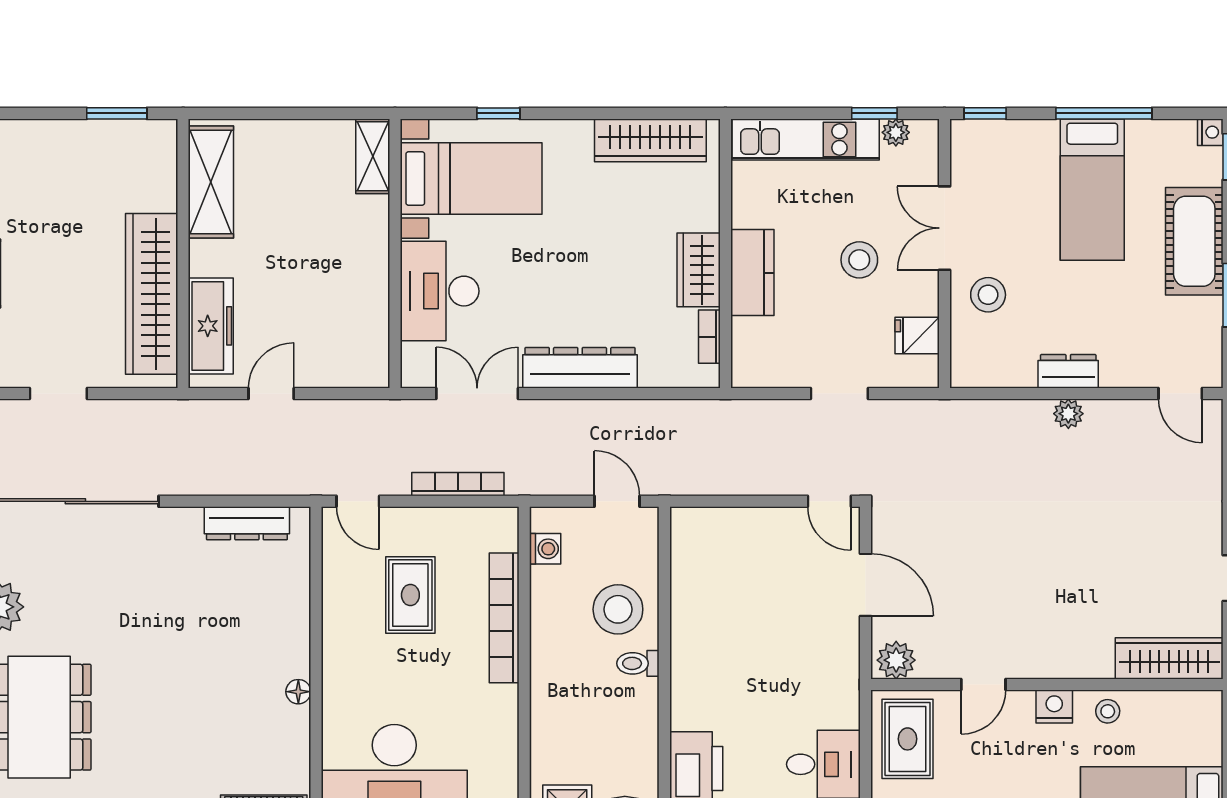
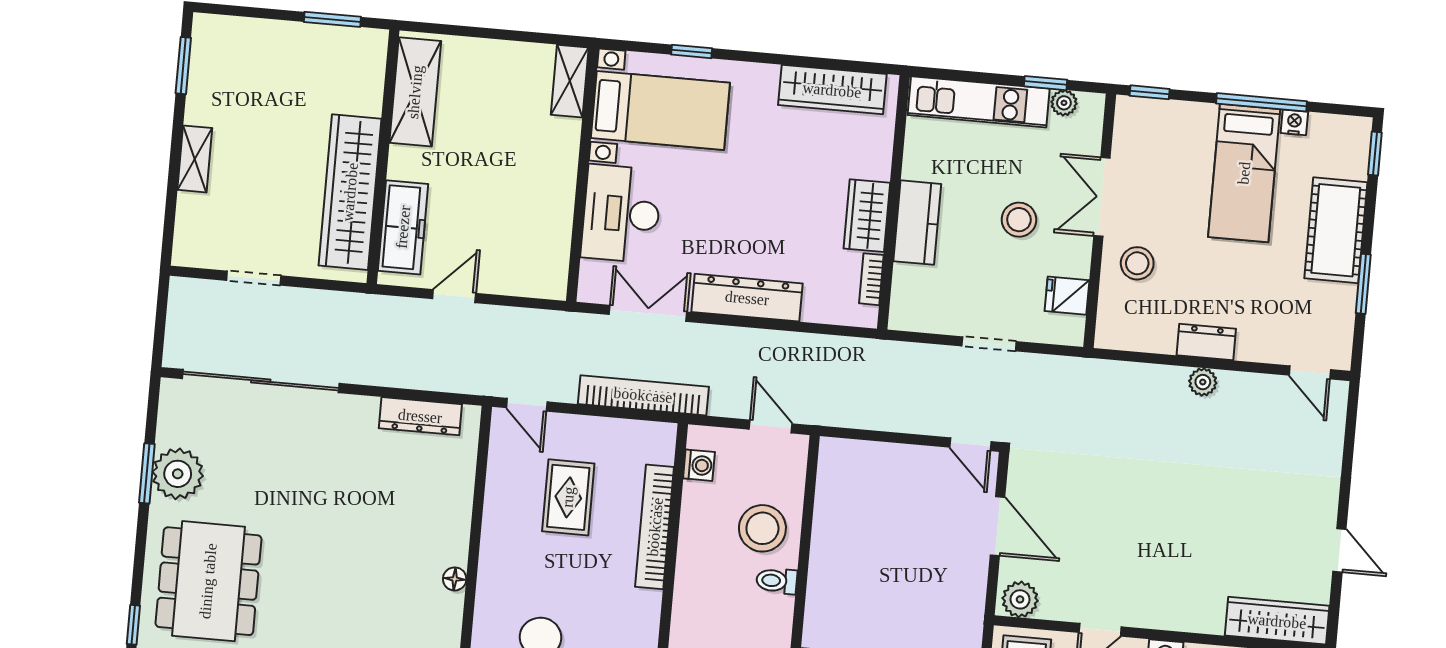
nightstand: (1210, 132) -> (1294, 122), moved, turned -90
bookcase: (458, 484) -> (643, 395), width x1.48, depth x1.31

